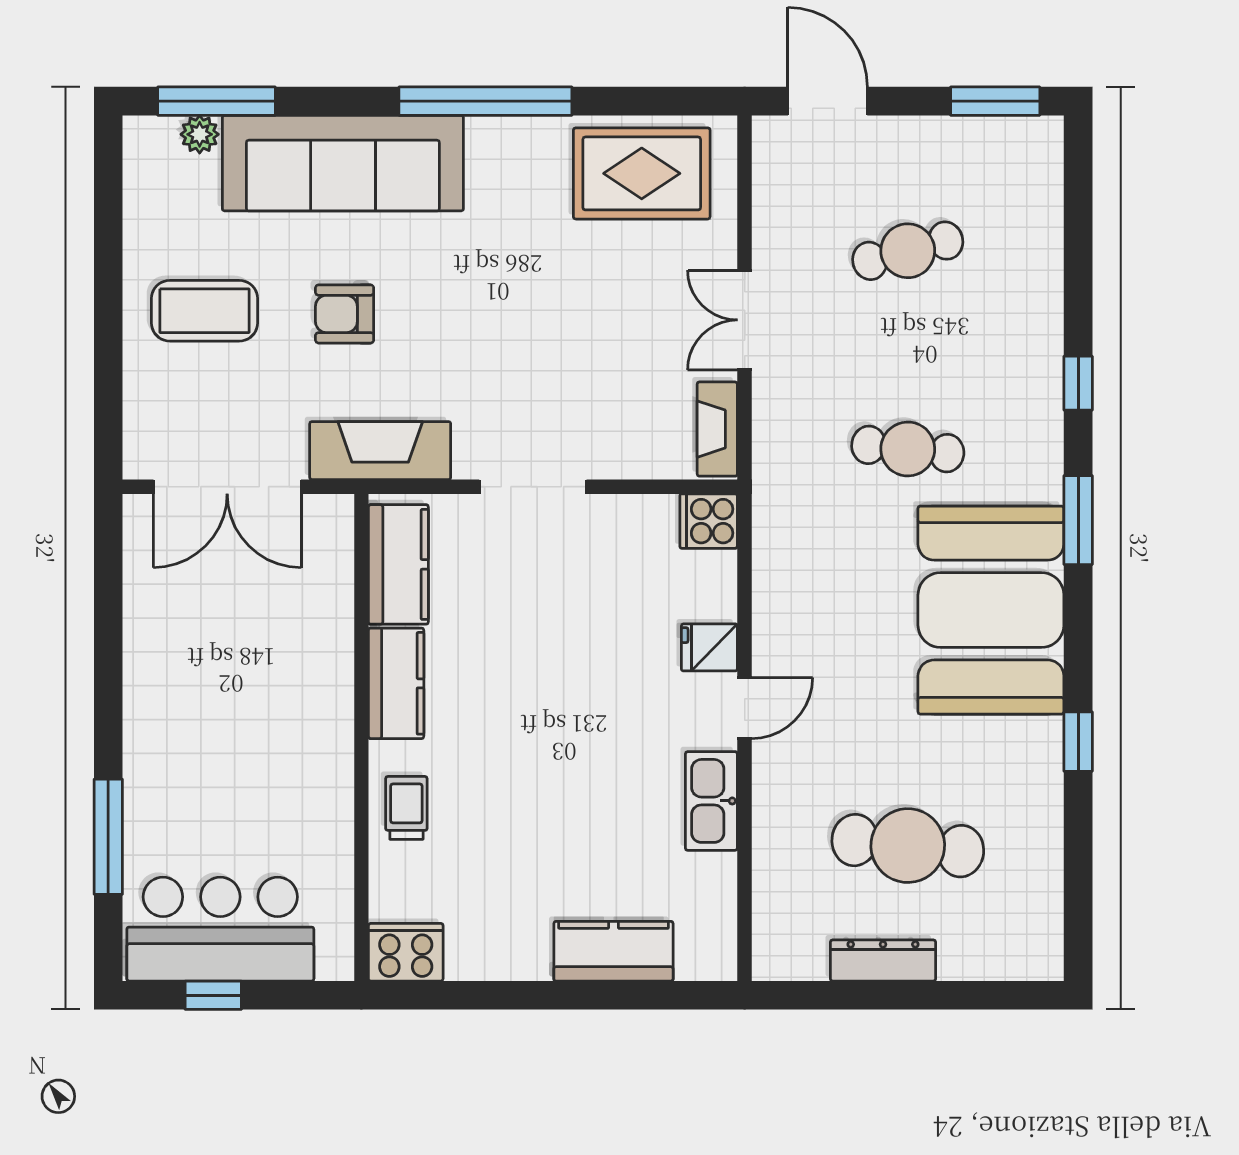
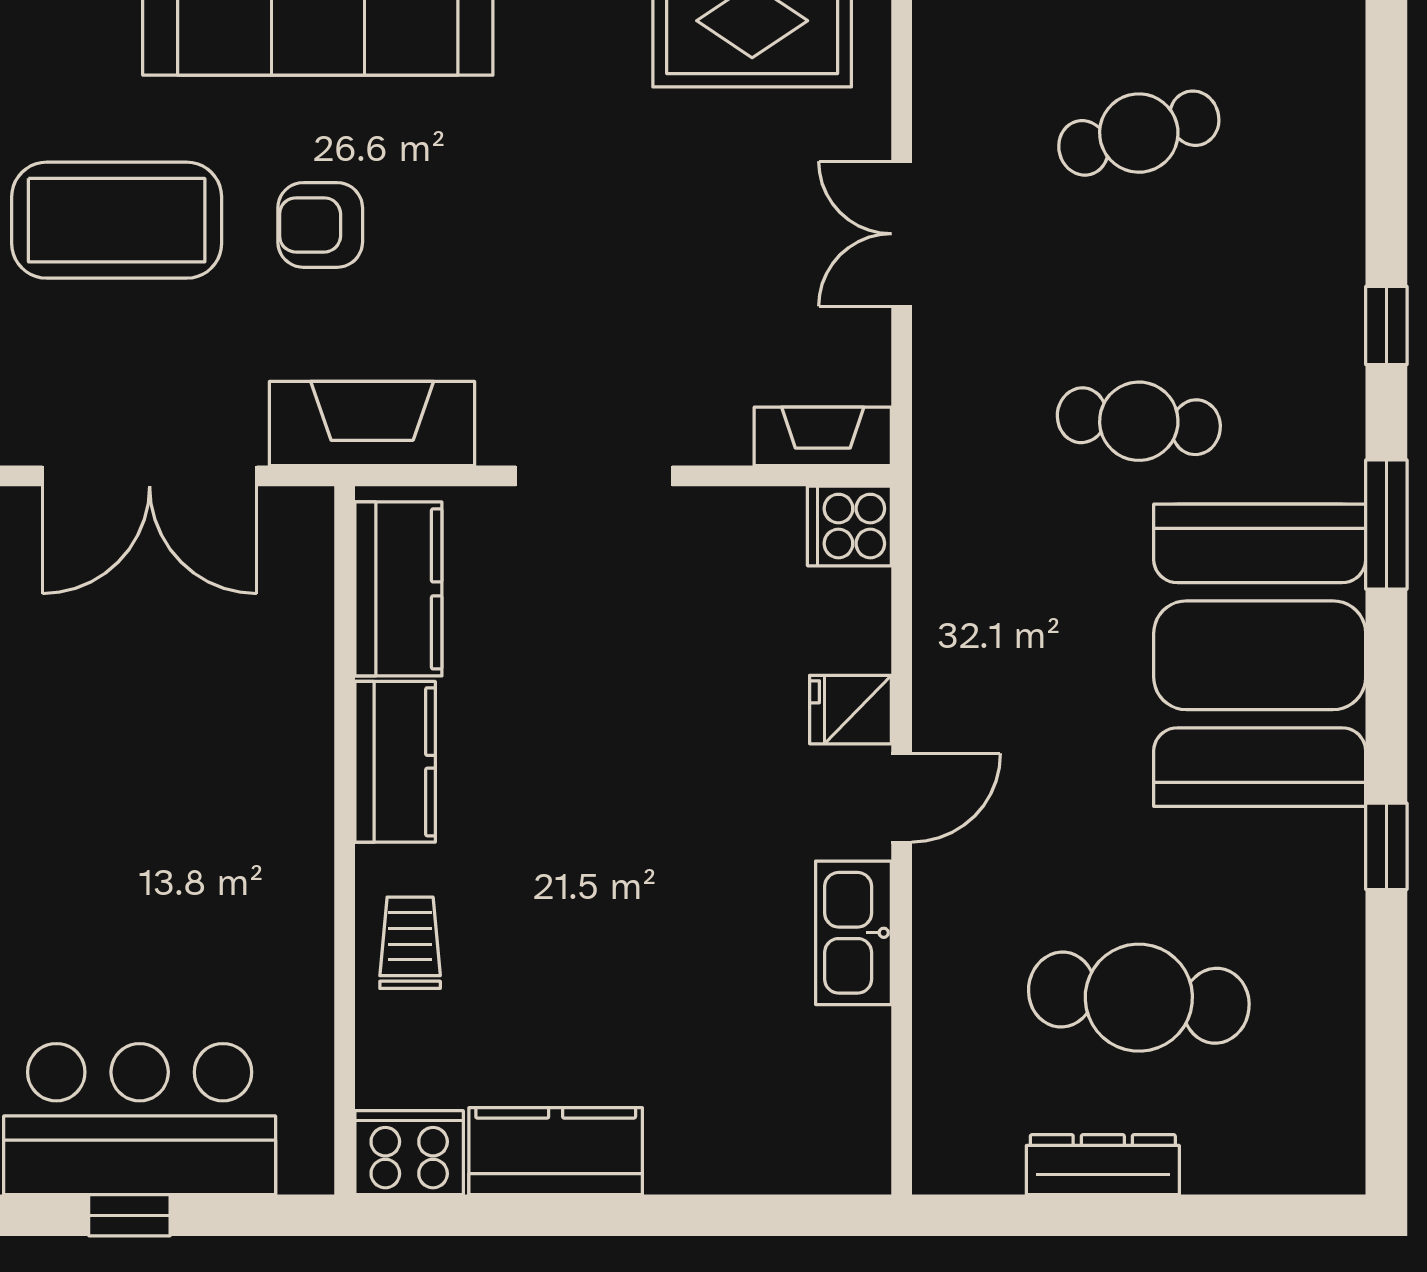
coffee table: (205, 311) -> (117, 220), width x1.36, depth x1.32
fireplace: (717, 429) -> (823, 436), moved, turned 90
kitchen counter: (613, 951) -> (556, 1151), moved

